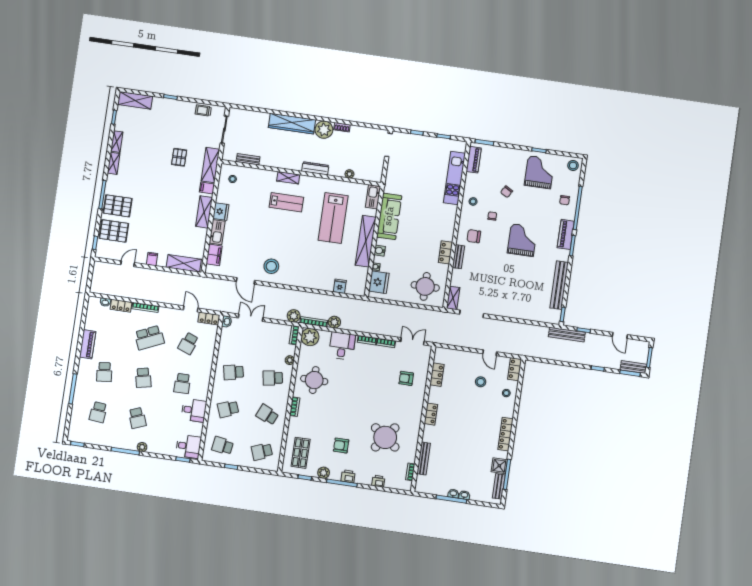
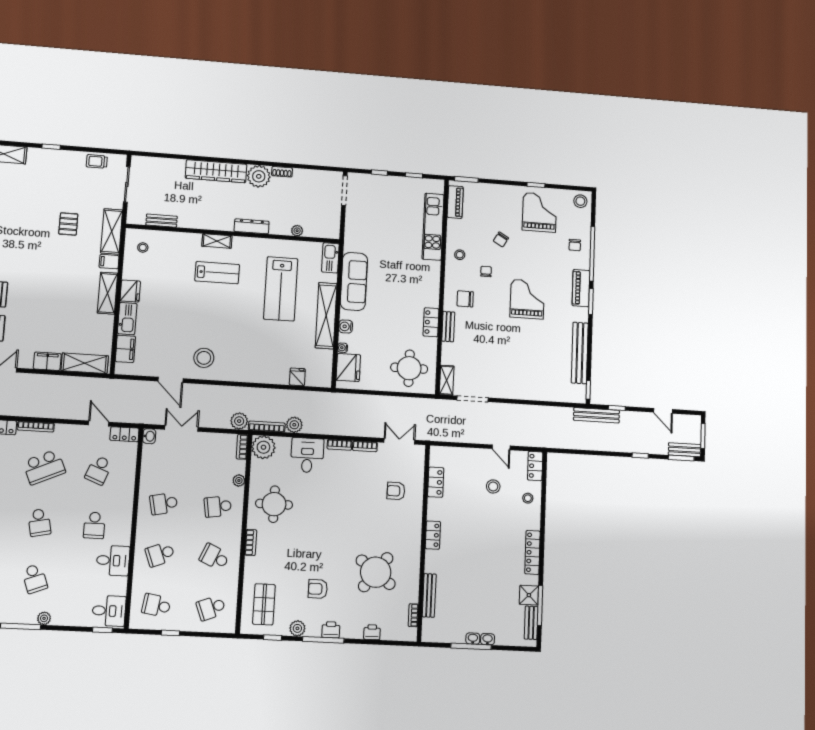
filing cabinet: (152, 259) -> (47, 361), width x2.00

